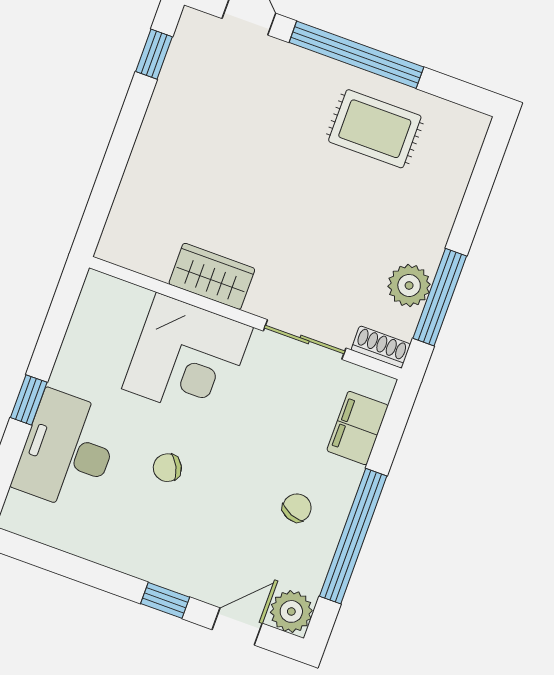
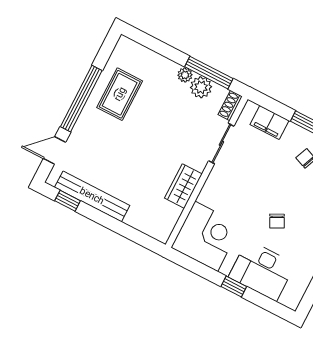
bench: (169, 101) -> (92, 196), added
plant: (429, 251) -> (185, 75), added
corner desk: (187, 358) -> (206, 236), moved

